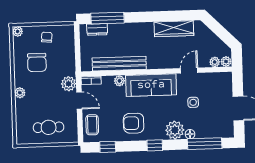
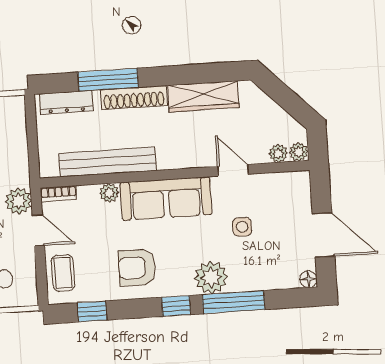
window: (108, 18) -> (108, 80), moved
shoe rack: (135, 28) -> (134, 98), added
dresser: (97, 29) -> (66, 102), width x1.44
door: (189, 71) -> (233, 170), hinge flipped
floor lamp: (190, 134) -> (308, 279), moved
window: (205, 144) -> (233, 302), moved

